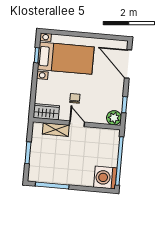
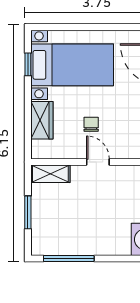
wardrobe: (46, 112) -> (42, 120), moved, turned 90
shelving: (56, 130) -> (50, 174), moved

